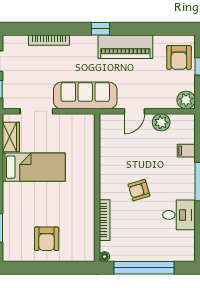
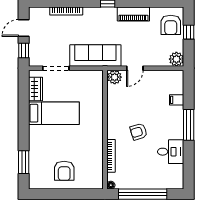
piano: (125, 47) -> (133, 14), width x0.73, depth x0.75
plant: (161, 122) -> (115, 77), moved

